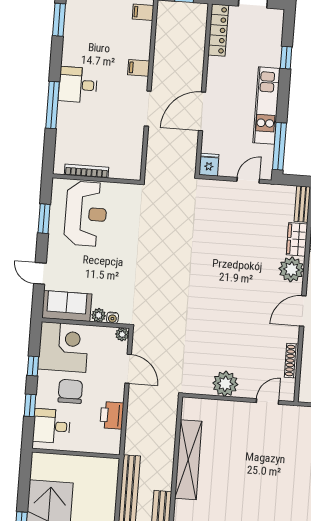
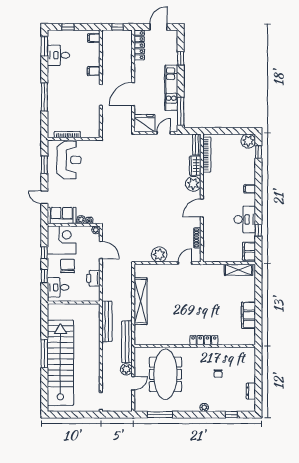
desk: (78, 85) -> (58, 55), moved
fridge: (209, 165) -> (144, 123), width x1.88, depth x1.34

